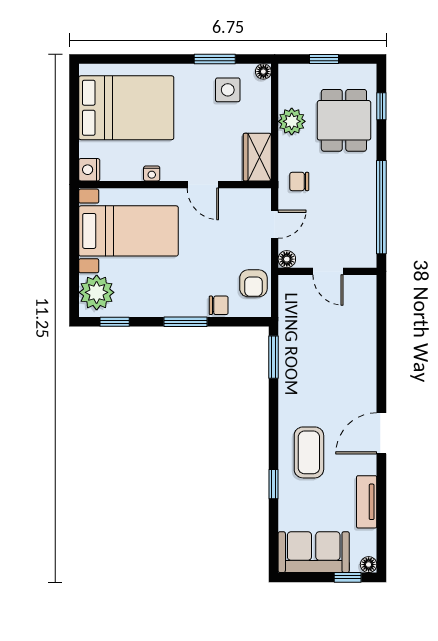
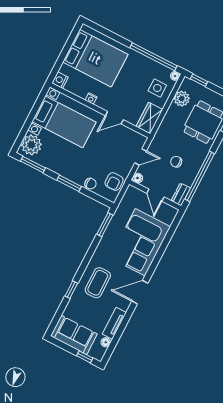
window: (215, 59) -> (154, 57), width x2.11
window: (324, 59) -> (199, 80), moved
side table: (228, 90) -> (157, 88), moved
plant: (292, 121) -> (182, 99), moved
chair: (299, 181) -> (176, 162), moved
door: (203, 185) -> (114, 118), hinge flipped
dresser: (367, 250) -> (181, 194), added
window: (115, 322) -> (33, 165), width x1.50
corner sofa: (342, 356) -> (140, 242), added
floor lamp: (369, 565) -> (106, 342), moved

